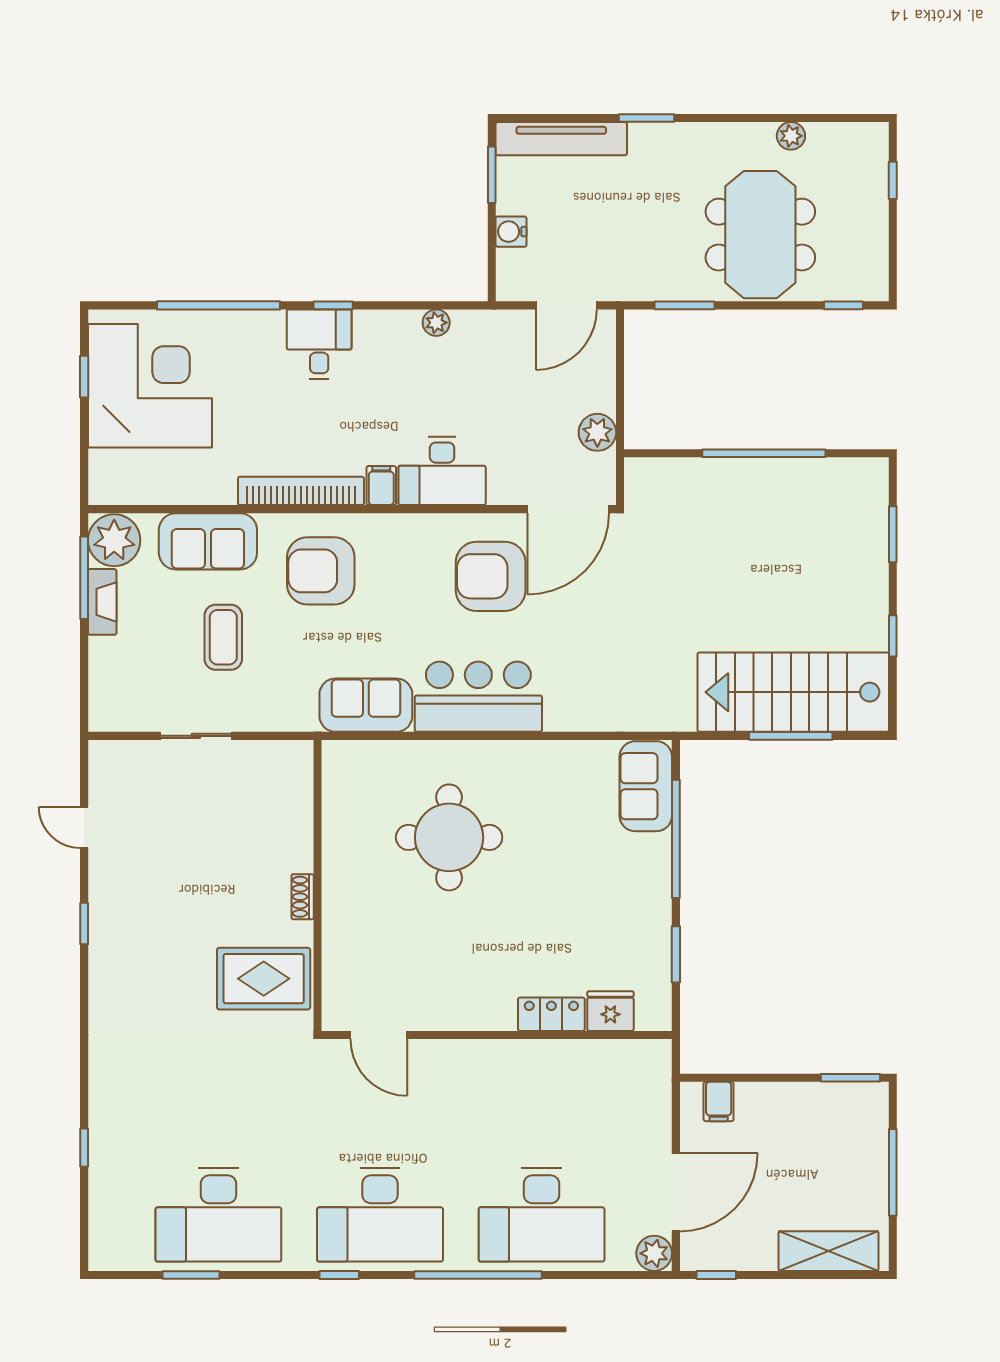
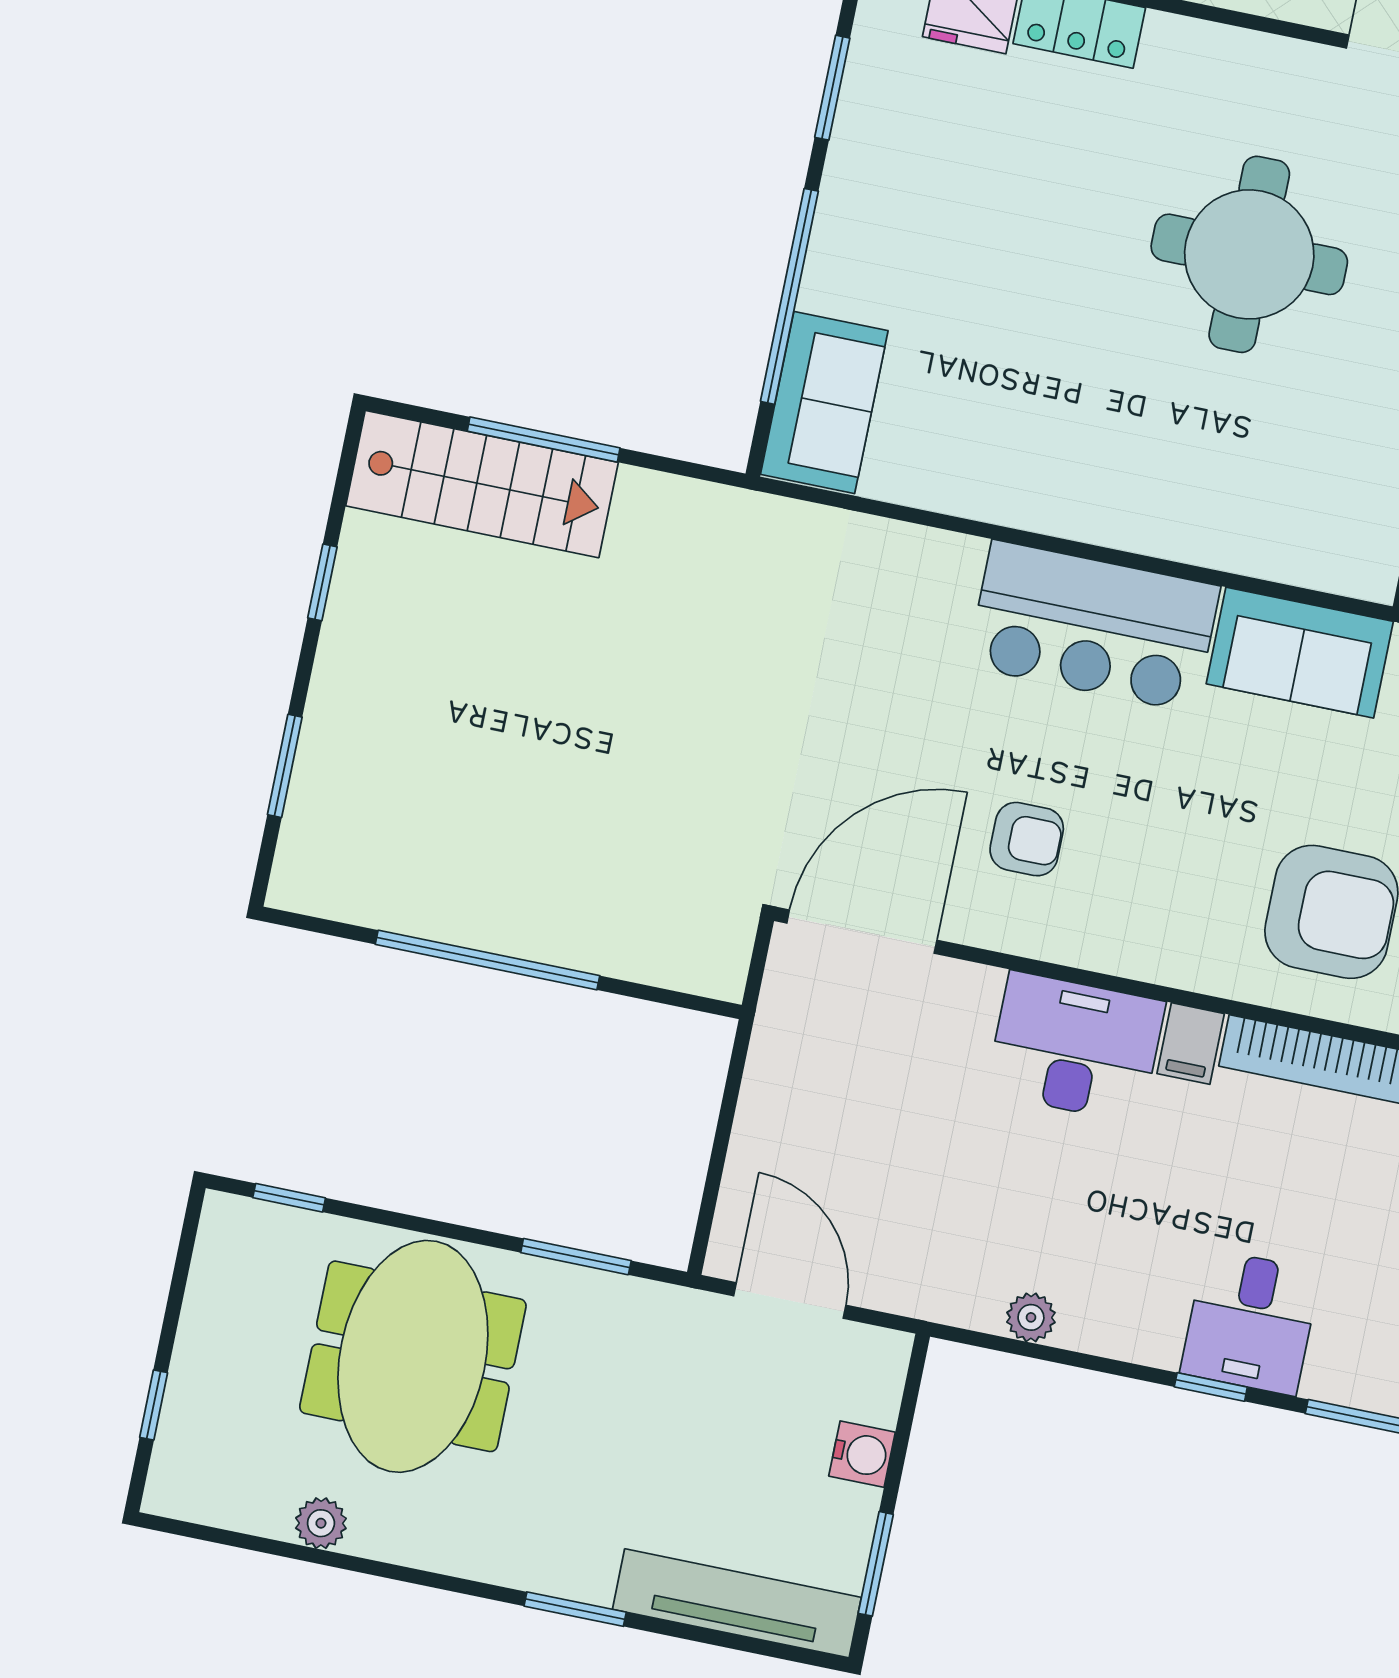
door: (566, 305) -> (790, 1301), hinge flipped
plant: (597, 432) -> (780, 1060), removed
armchair: (491, 576) -> (1027, 839), width x0.53, depth x0.53
stairs: (793, 692) -> (482, 484), width x0.73, depth x0.66
round table: (449, 837) -> (1249, 254), moved

